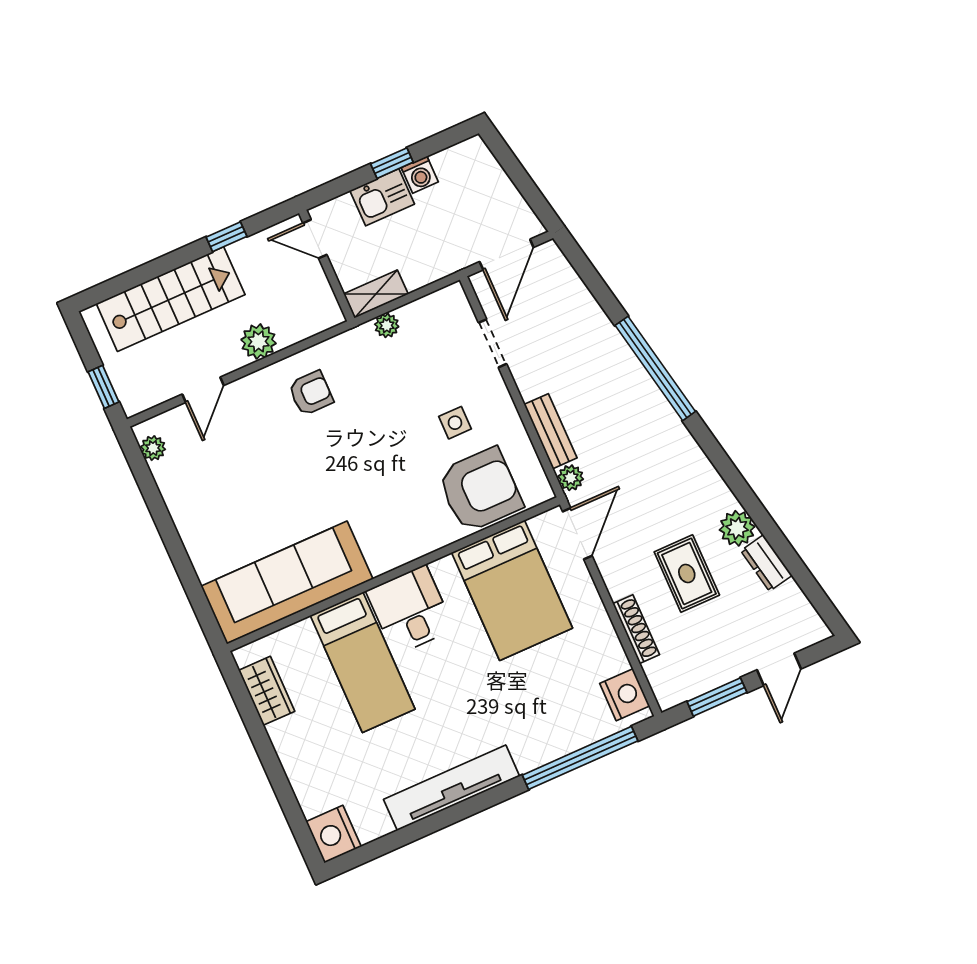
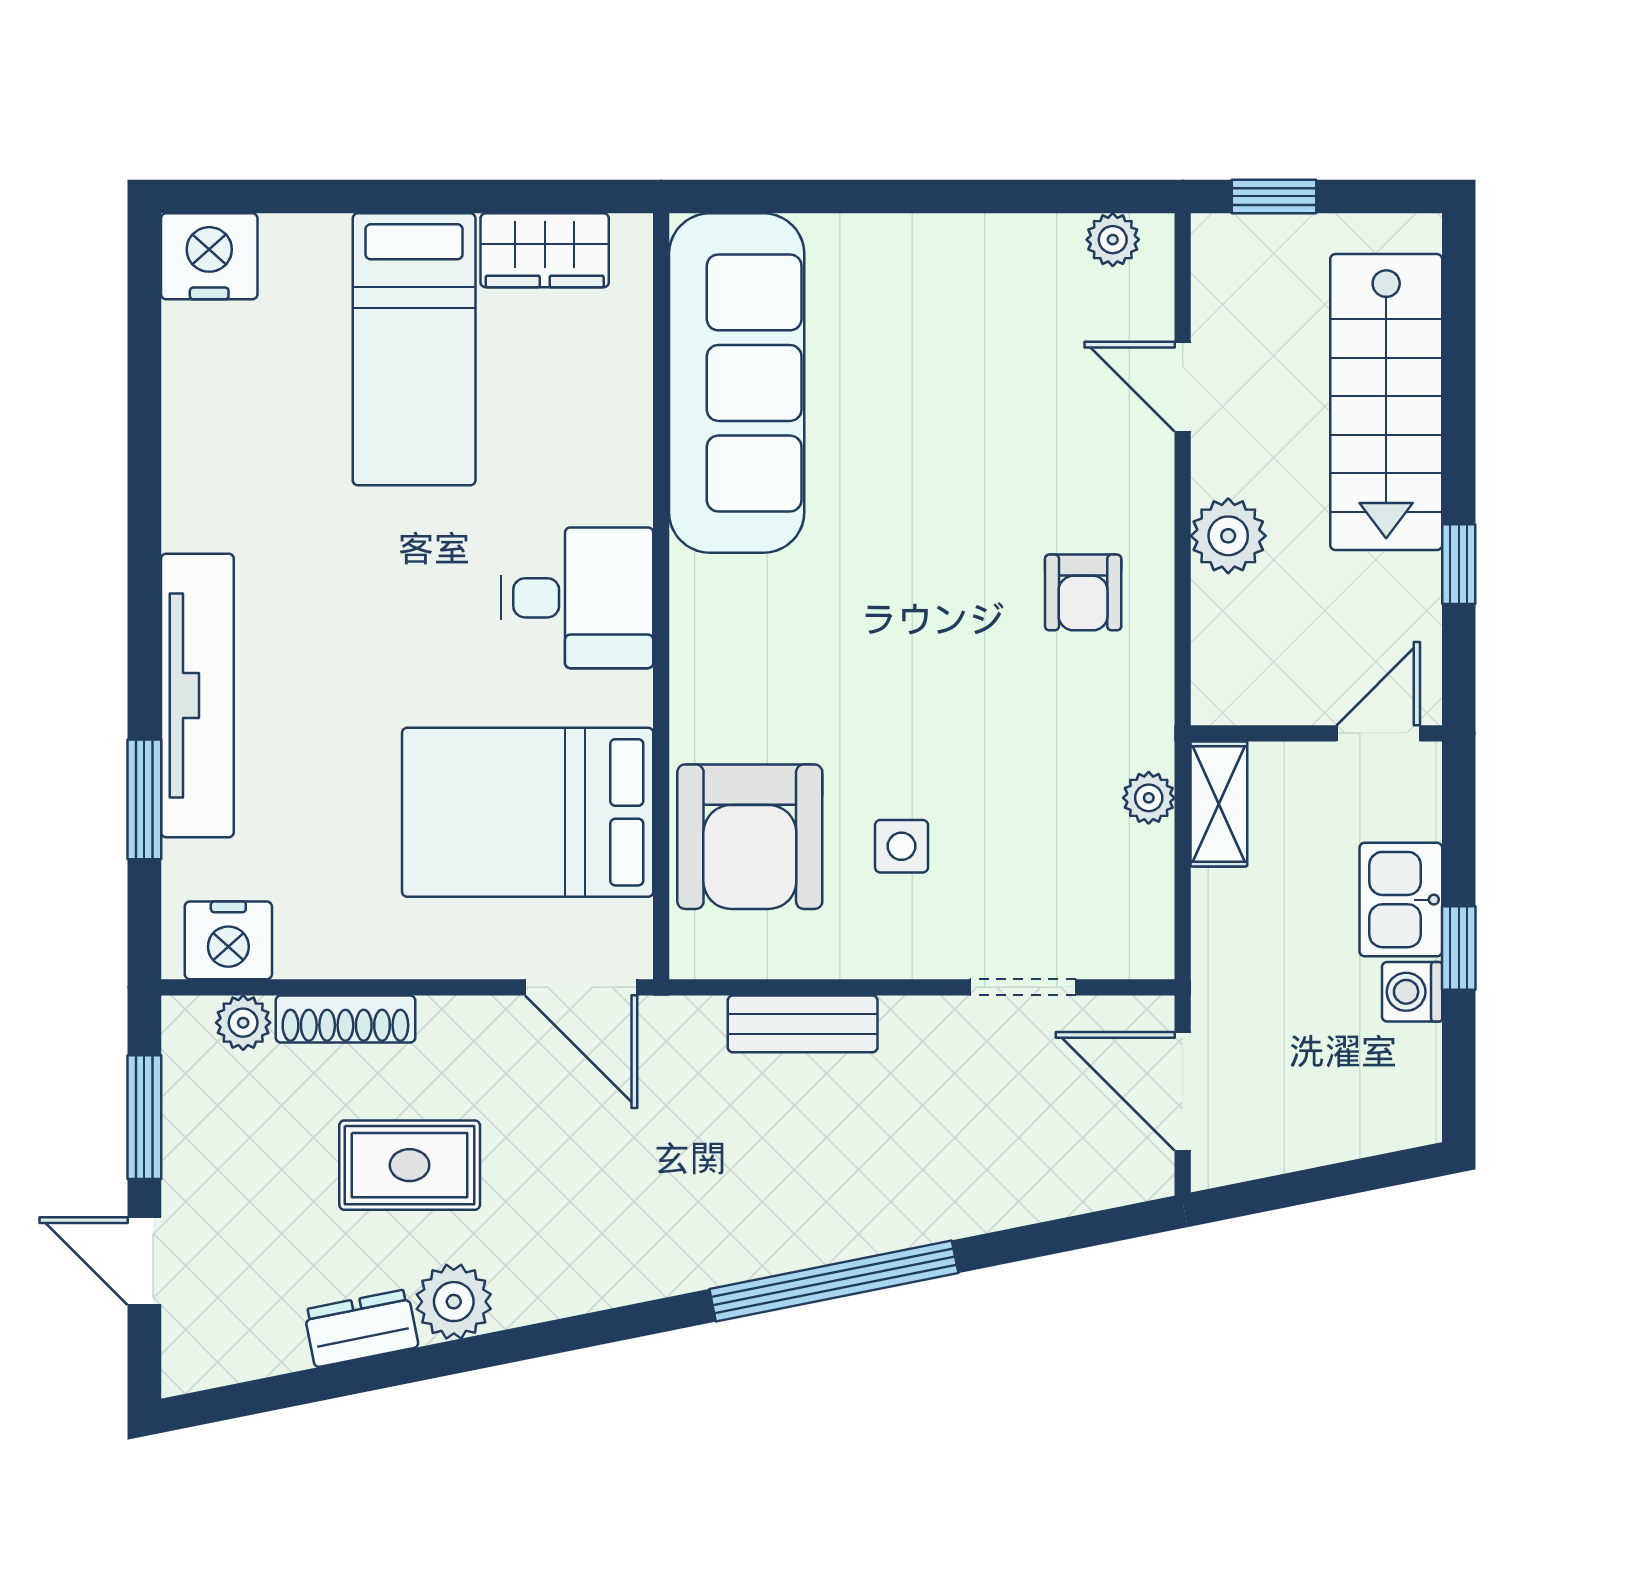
plant: (571, 478) -> (243, 1023), moved
bed: (363, 662) -> (414, 349), moved, turned -90
window: (580, 758) -> (144, 799), width x0.47
tv unit: (452, 788) -> (197, 695), moved

